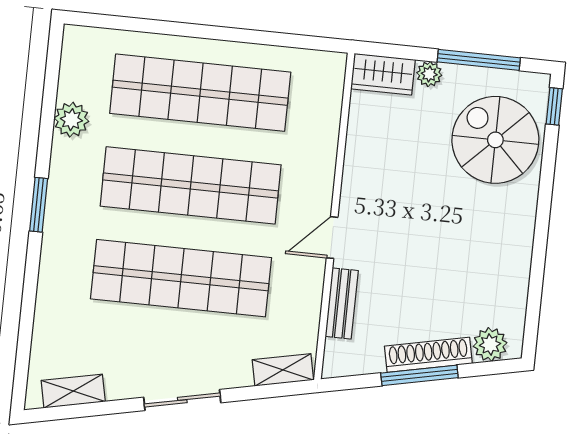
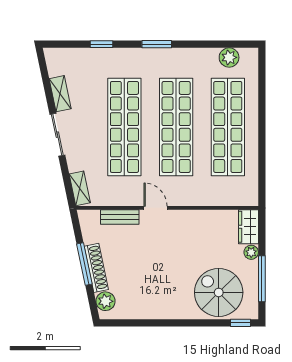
plant: (71, 120) -> (229, 57), moved
spiral stairs: (495, 140) -> (219, 292), turned -90
window: (28, 304) -> (101, 44), added
shelving: (73, 391) -> (60, 94), moved

